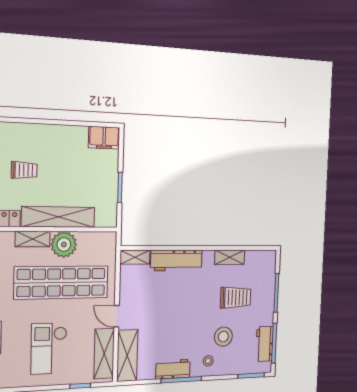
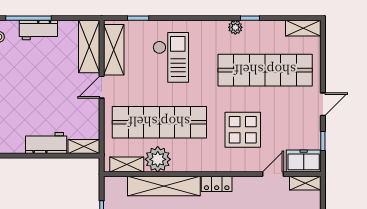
shelving: (33, 239) -> (127, 165), moved
workbench: (176, 260) -> (46, 143), width x0.73
door: (117, 316) -> (102, 87), swing flipped

